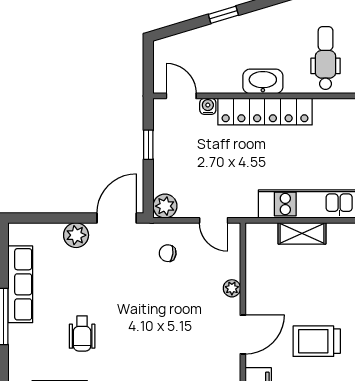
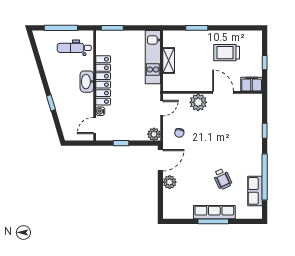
door: (117, 218) -> (160, 160), swing flipped
row of seats: (20, 284) -> (214, 212), moved
plant: (232, 288) -> (198, 102), width x1.88, depth x1.88
wheelchair: (82, 333) -> (222, 179), turned 65
trolley: (317, 341) -> (227, 53), turned 90

